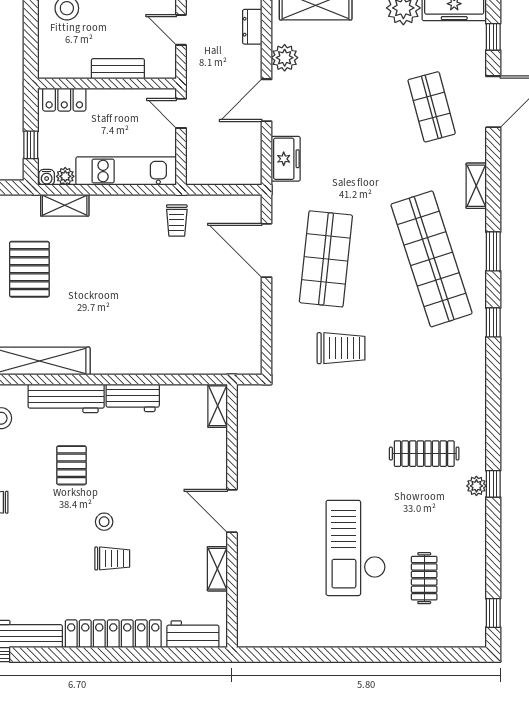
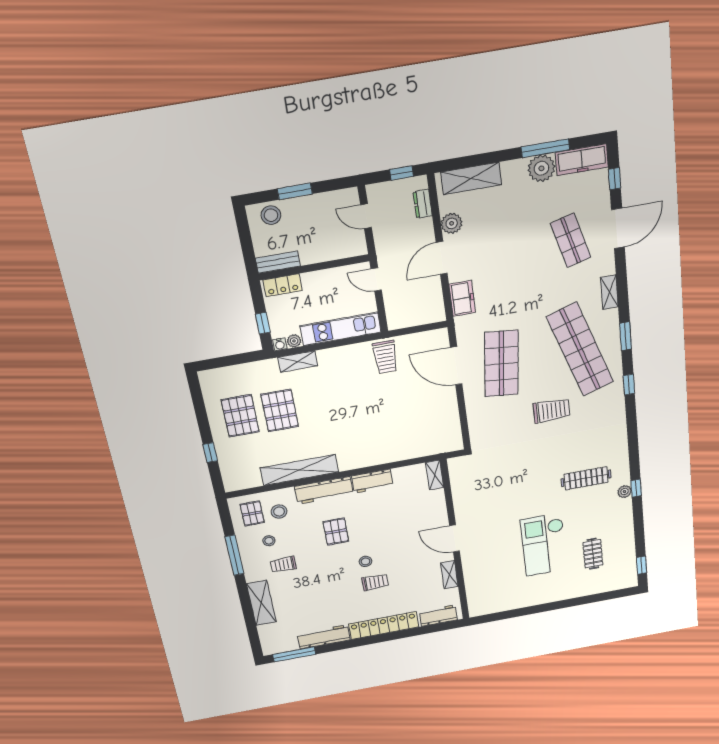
bench: (118, 69) -> (278, 262), moved
trolley: (177, 220) -> (385, 357), width x1.36, depth x1.39
trolley: (341, 348) -> (552, 410), moved

